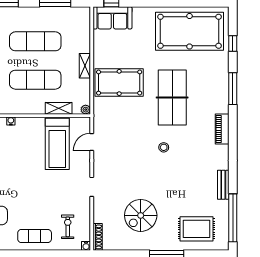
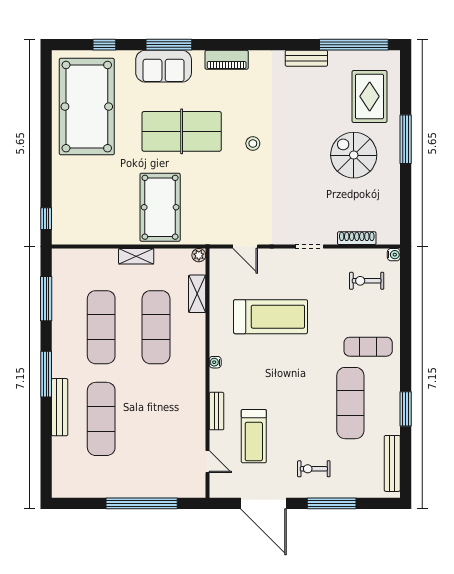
sofa: (112, 18) -> (164, 66), moved, turned 90
treadmill: (57, 144) -> (271, 317), moved
spiral stairs: (141, 215) -> (354, 155), moved, turned 180
exercise mat: (35, 236) -> (368, 347), moved, turned 90
shoe rack: (98, 237) -> (357, 238), moved

